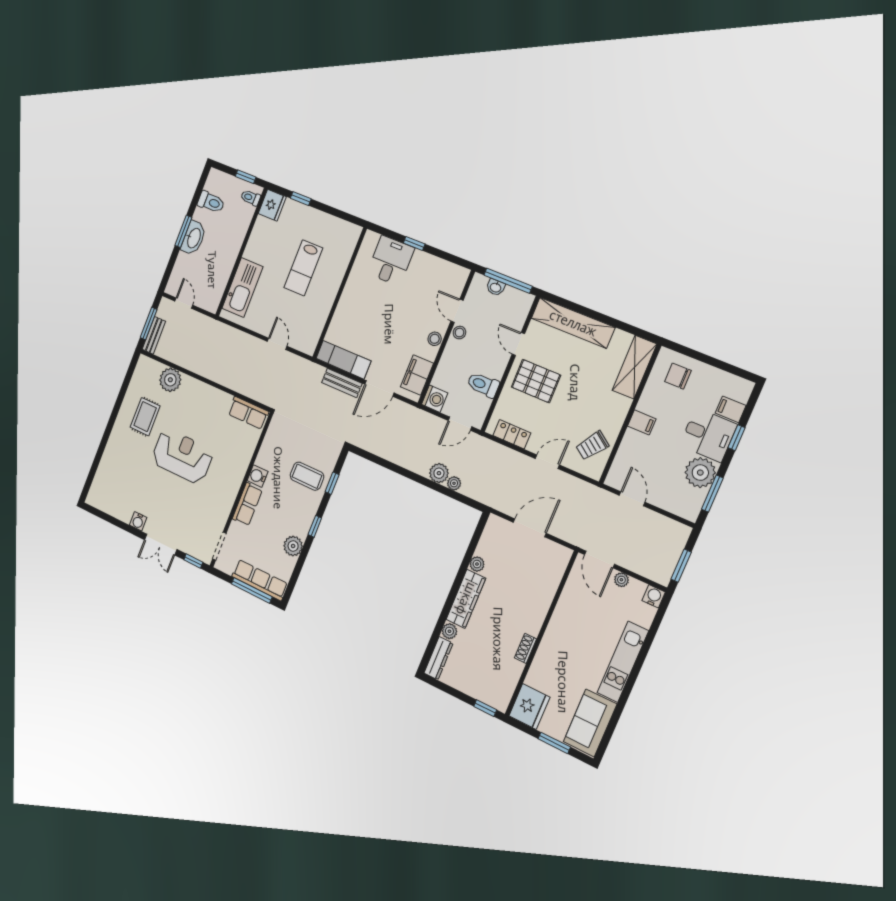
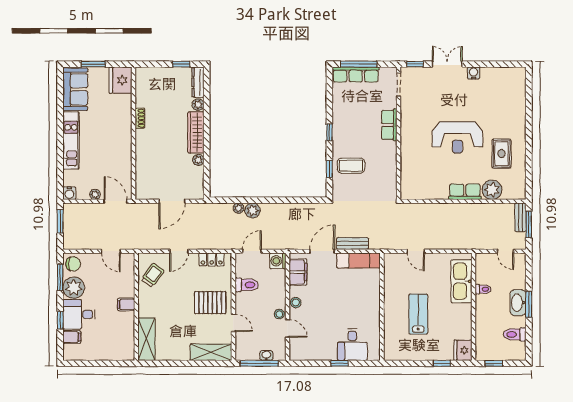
toilet: (251, 198) -> (483, 289), moved
shelving: (573, 323) -> (211, 352), width x0.68
chair: (678, 376) -> (73, 264), moved
row of seats: (248, 413) -> (465, 192), moved
water cooler: (258, 476) -> (390, 149), removed
plant: (293, 546) -> (340, 111), removed
window: (485, 708) -> (181, 64), moved

